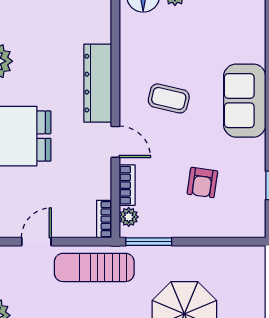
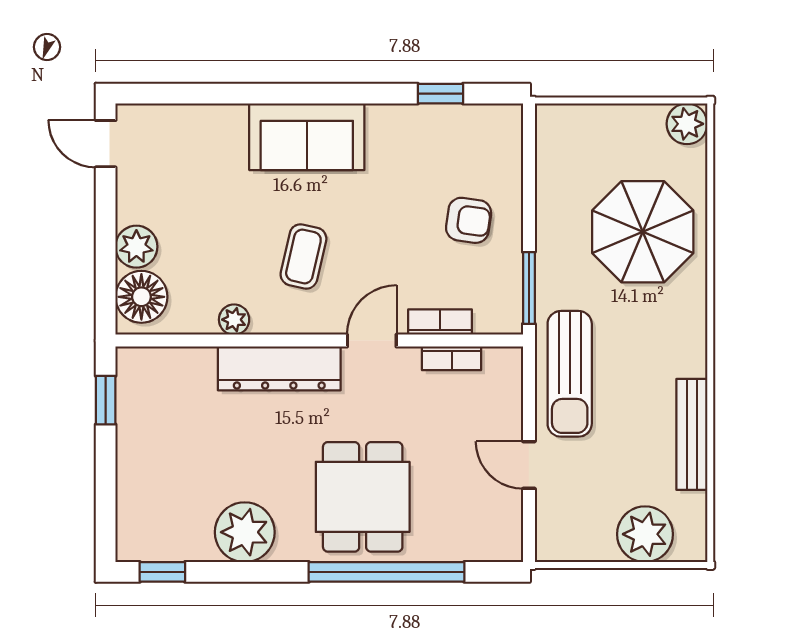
armchair: (202, 183) -> (469, 220), moved
plant: (129, 217) -> (234, 320), moved
bookcase: (104, 219) -> (452, 358), moved

